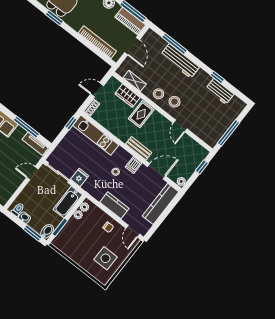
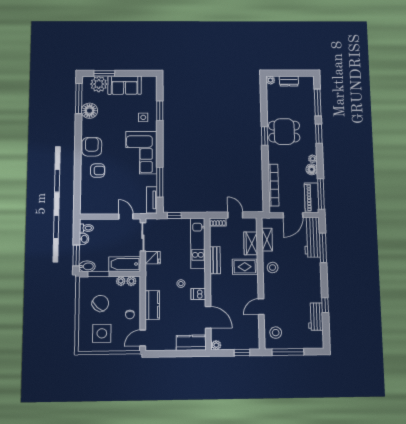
workbench: (180, 61) -> (312, 237), moved
stool: (174, 102) -> (276, 333), moved
window: (71, 123) -> (174, 215), moved
bench: (139, 148) -> (215, 260), moved
kitchen counter: (160, 204) -> (191, 343), width x0.67
chair: (83, 242) -> (100, 303), added

